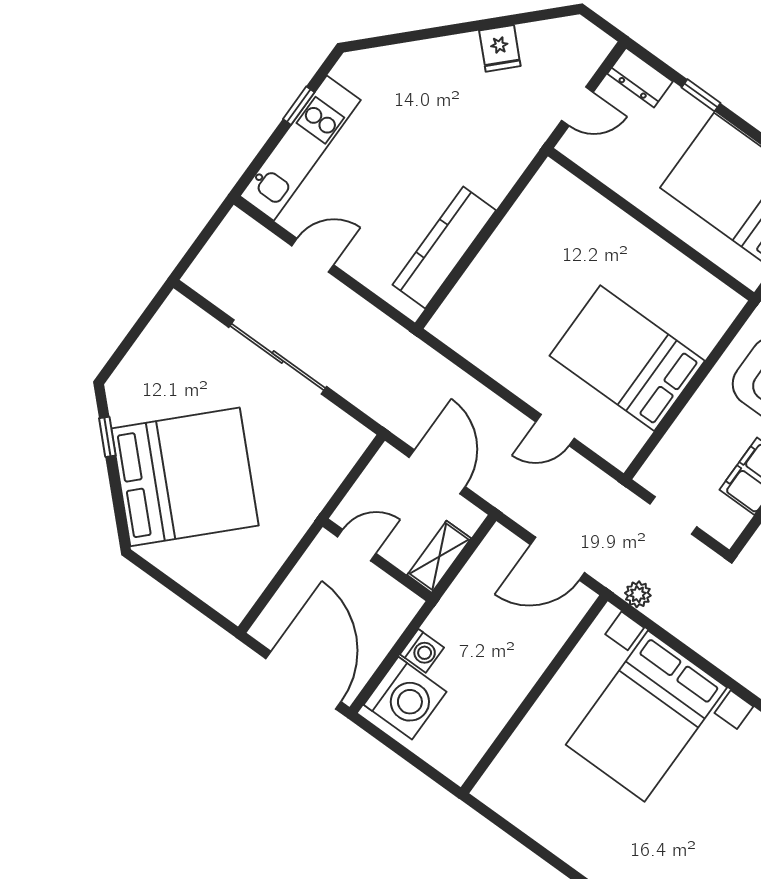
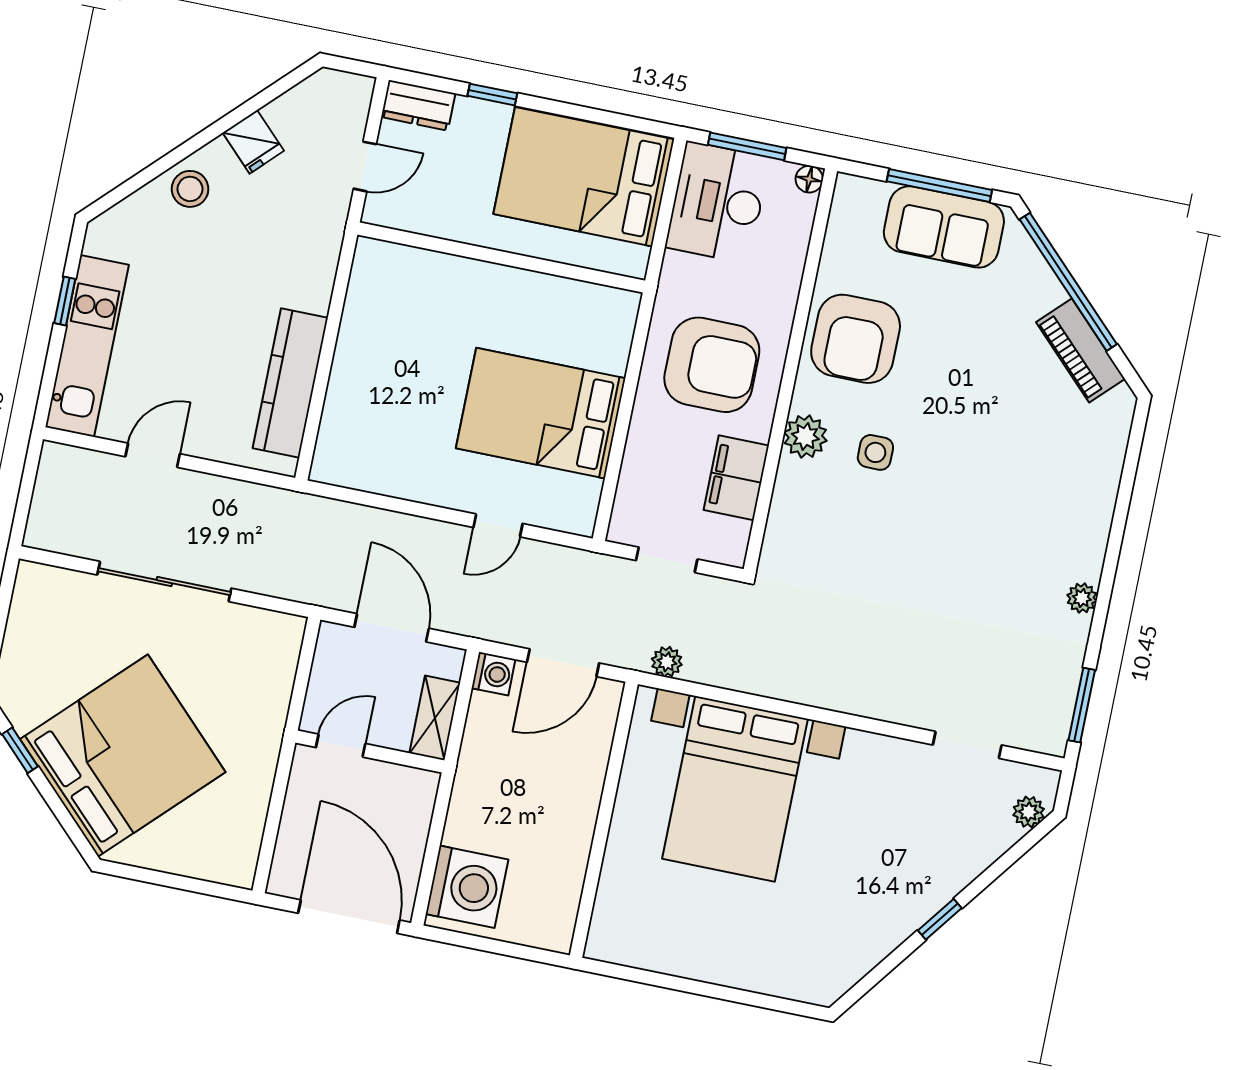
stool: (435, 63) -> (190, 189), added
washing machine: (422, 651) -> (493, 674), moved

